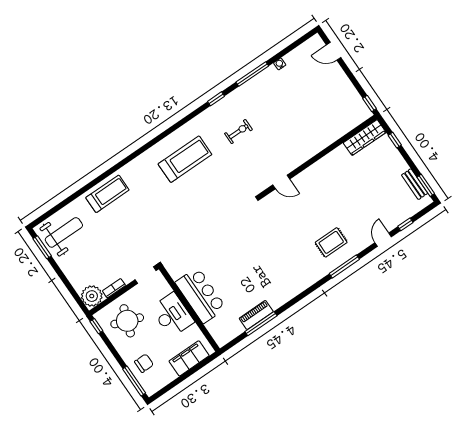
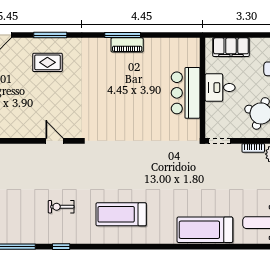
treadmill: (107, 194) -> (205, 230), width x1.37, depth x1.37
desk: (172, 315) -> (220, 88), width x0.73
piano: (256, 315) -> (127, 45), moved
window: (261, 324) -> (123, 35), moved

